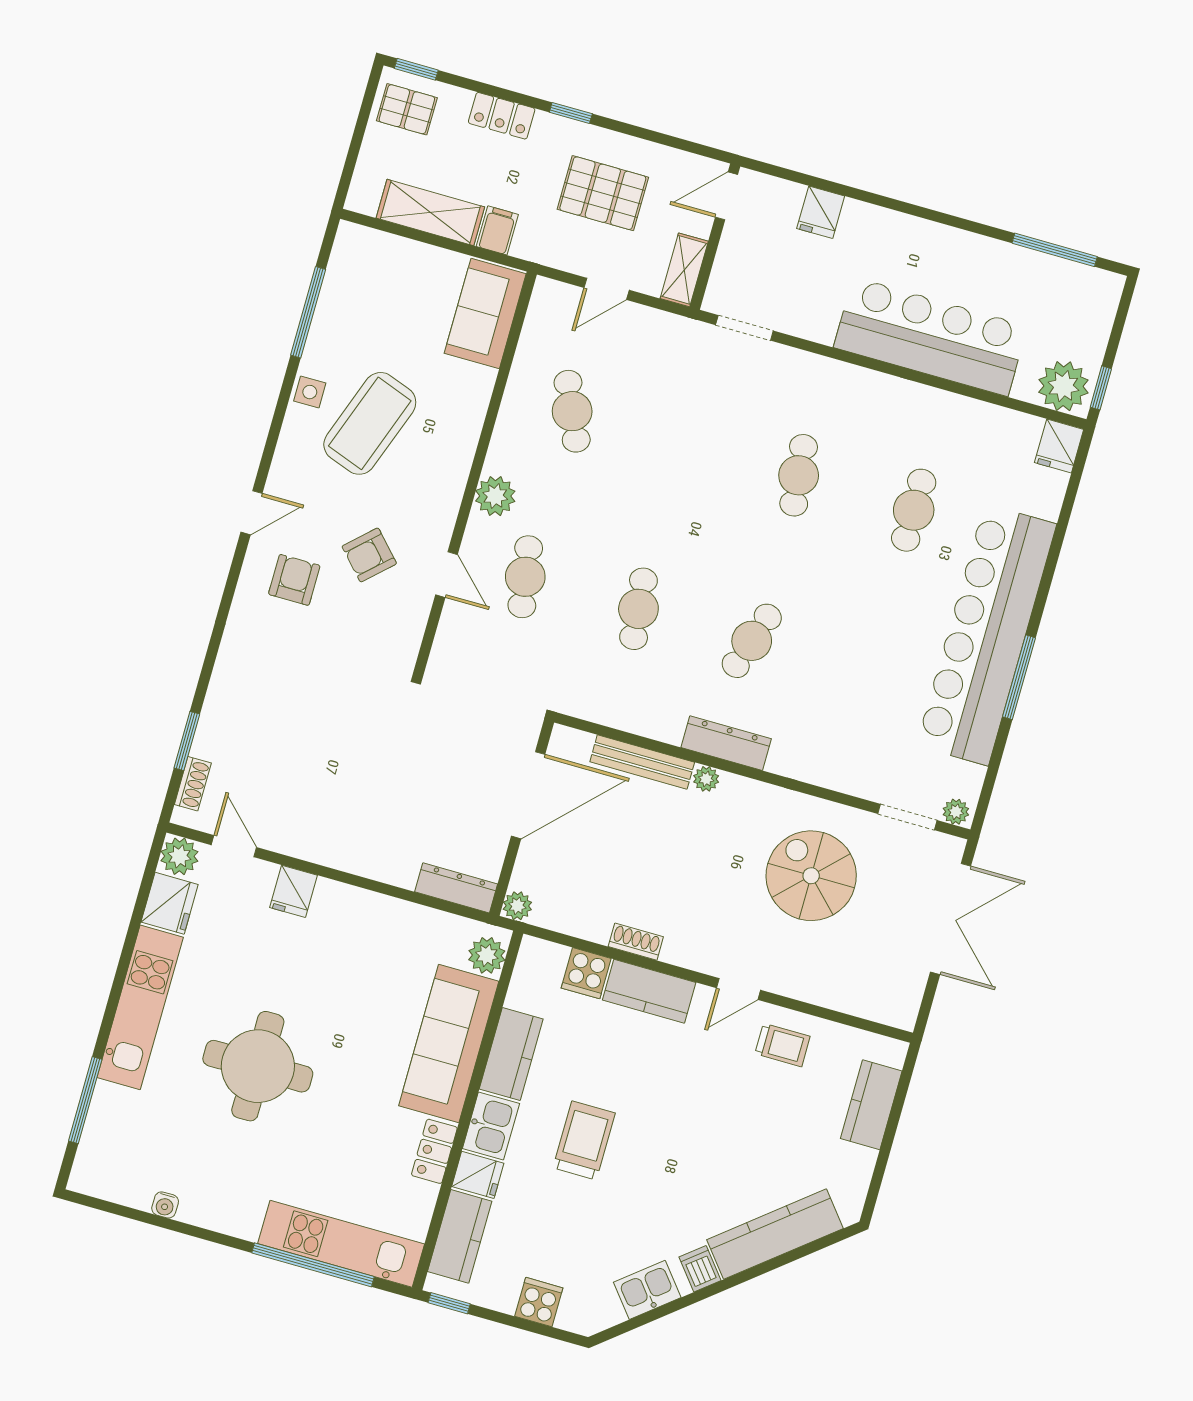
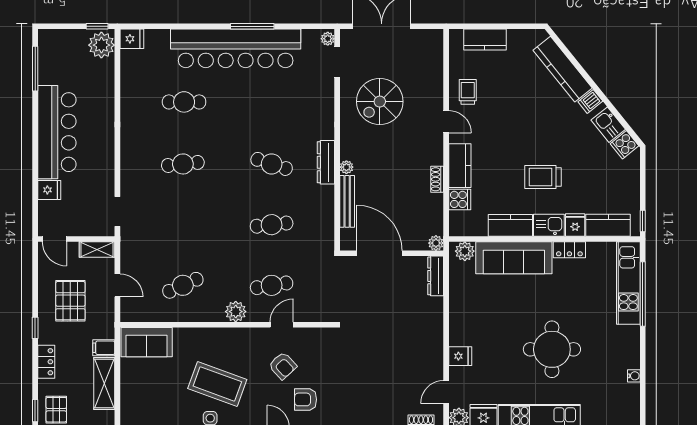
bar counter: (931, 337) -> (57, 132), moved, turned 180
cooker: (539, 1302) -> (625, 145), moved, turned -39

